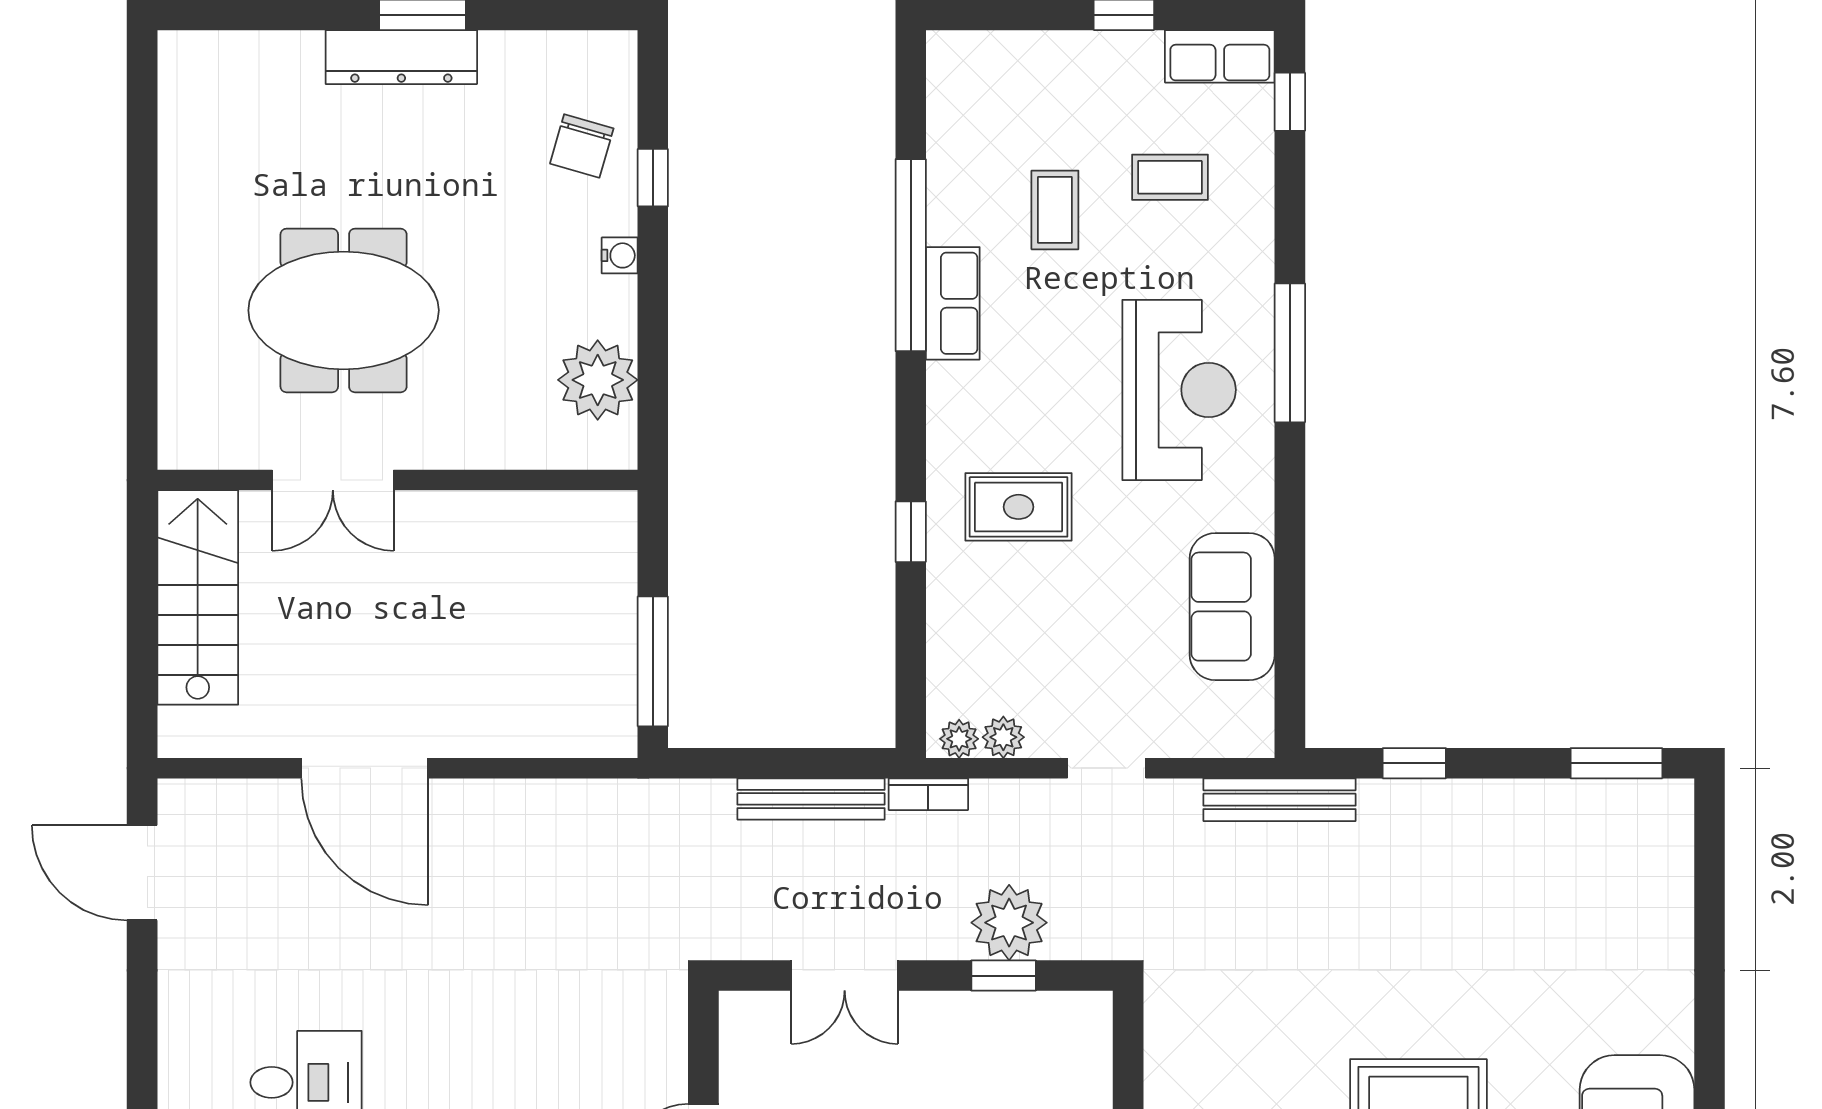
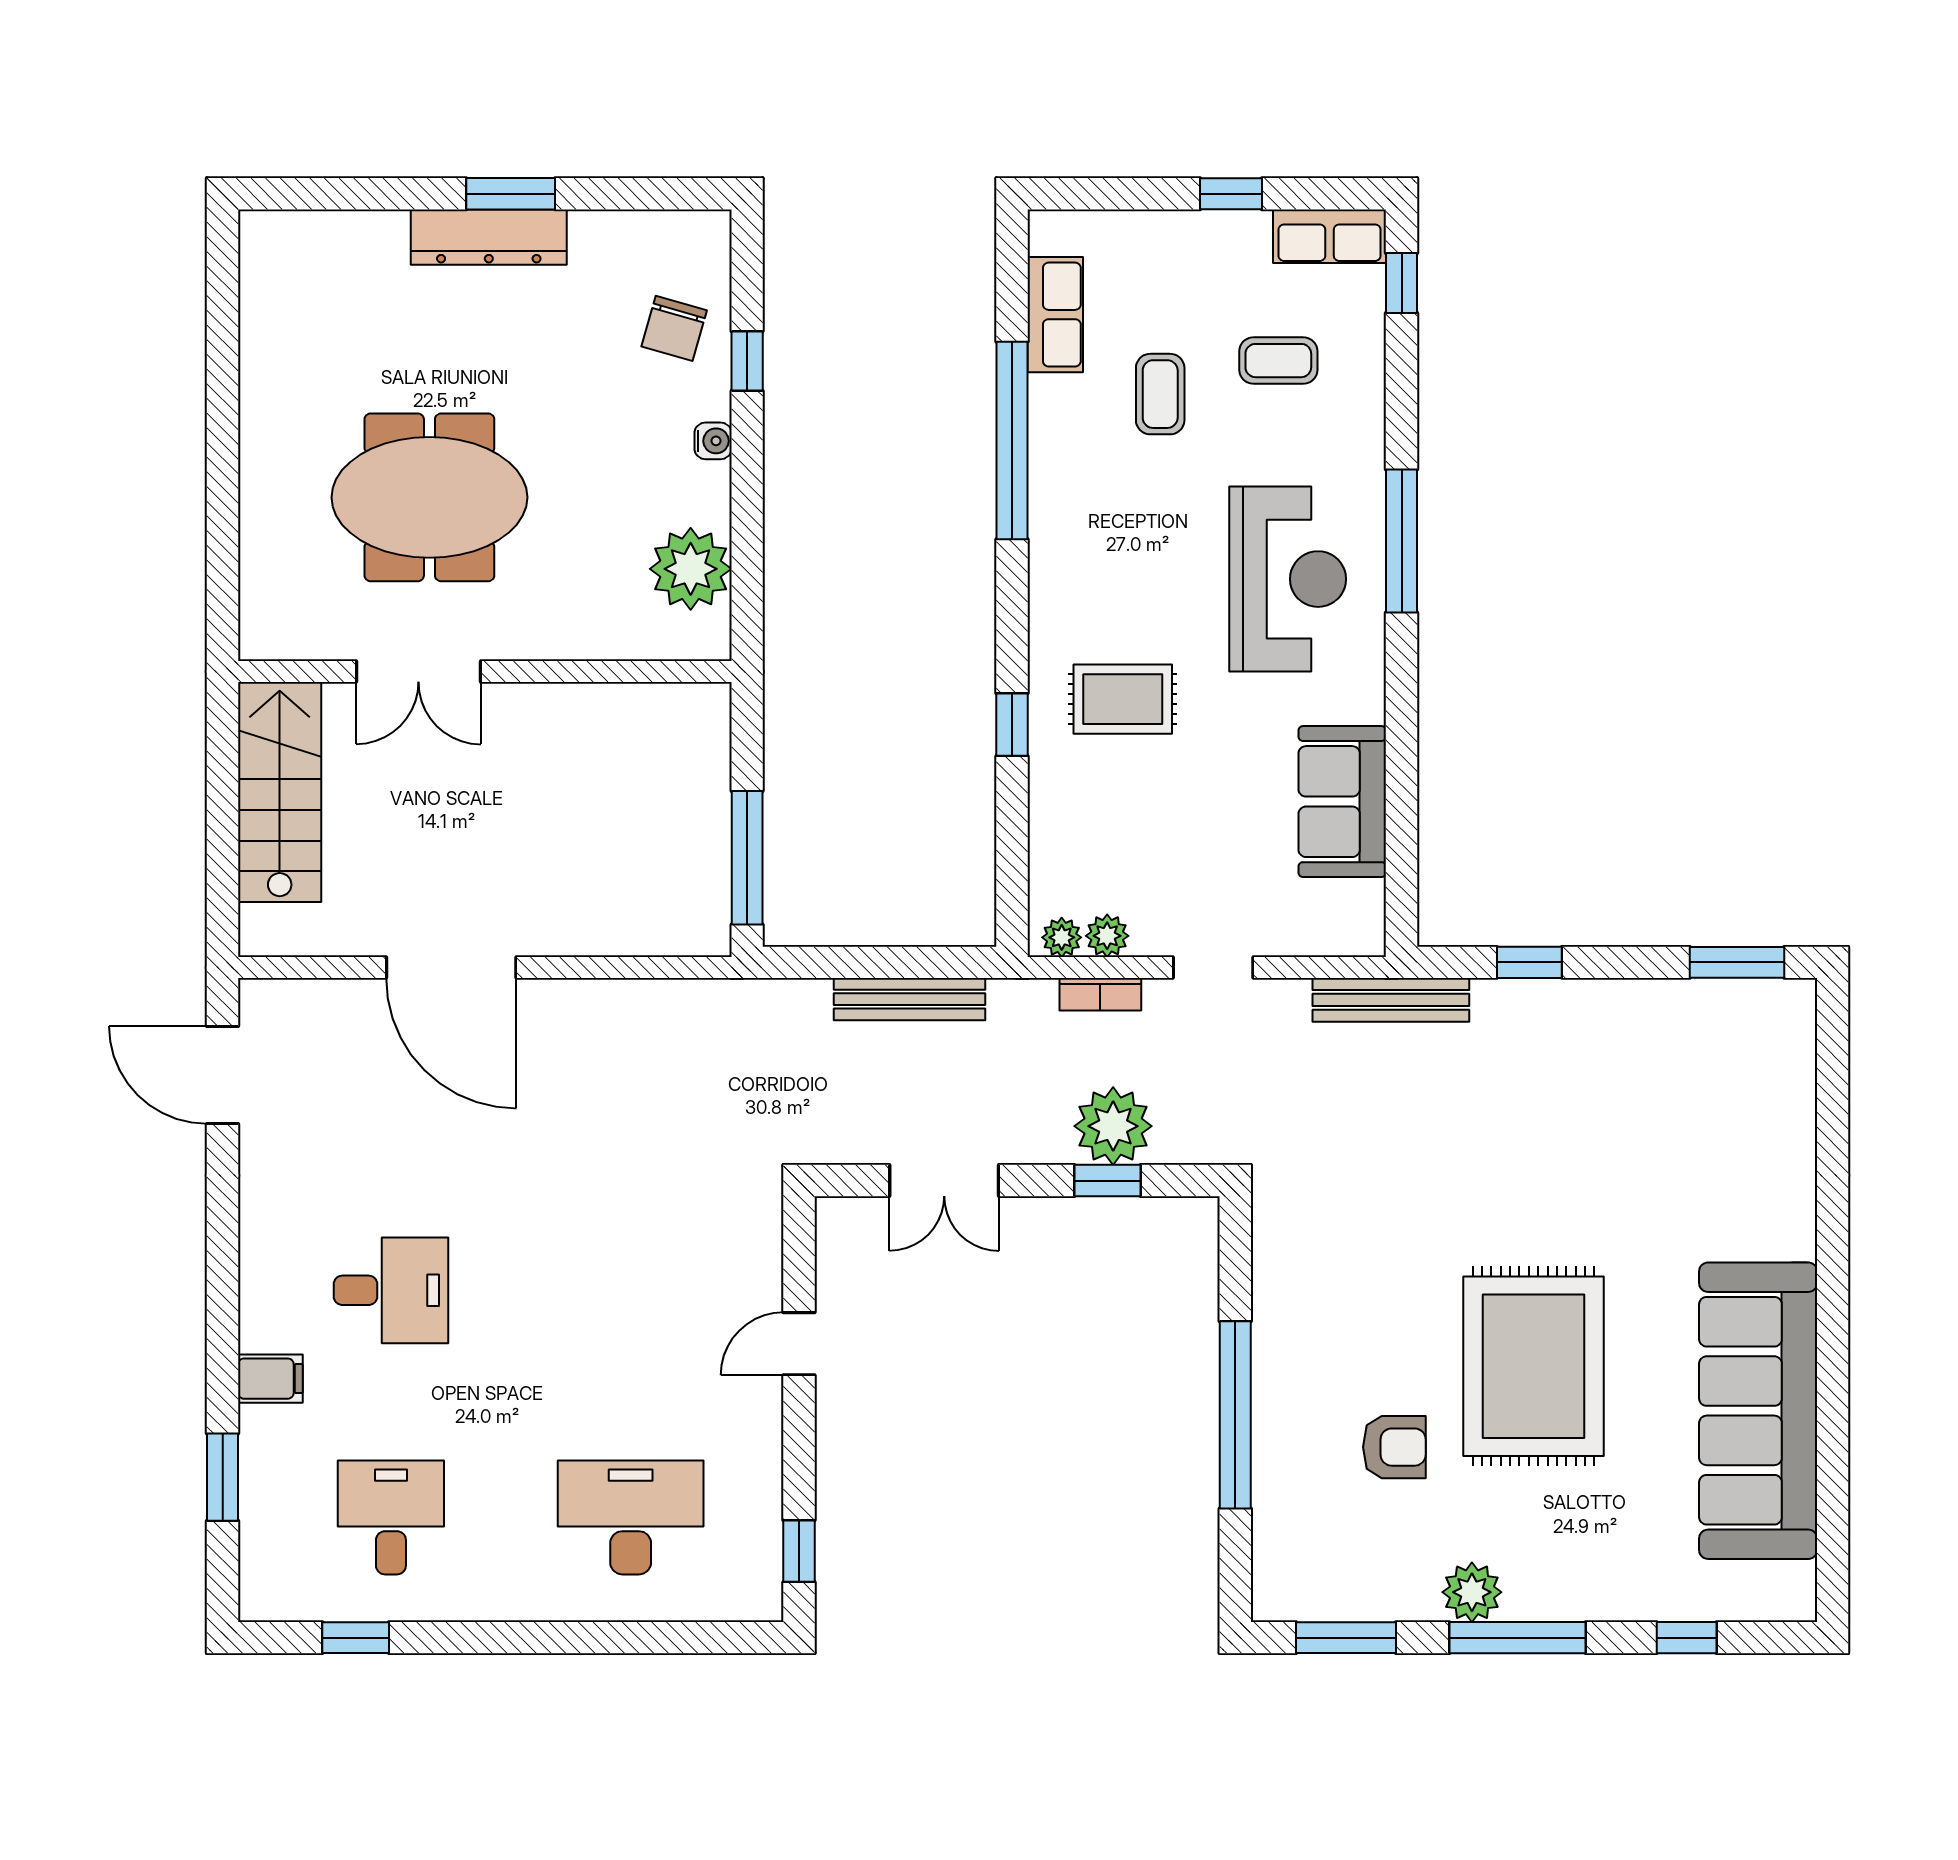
row of seats: (953, 303) -> (1055, 315), moved
bookcase: (928, 794) -> (1100, 994), moved

